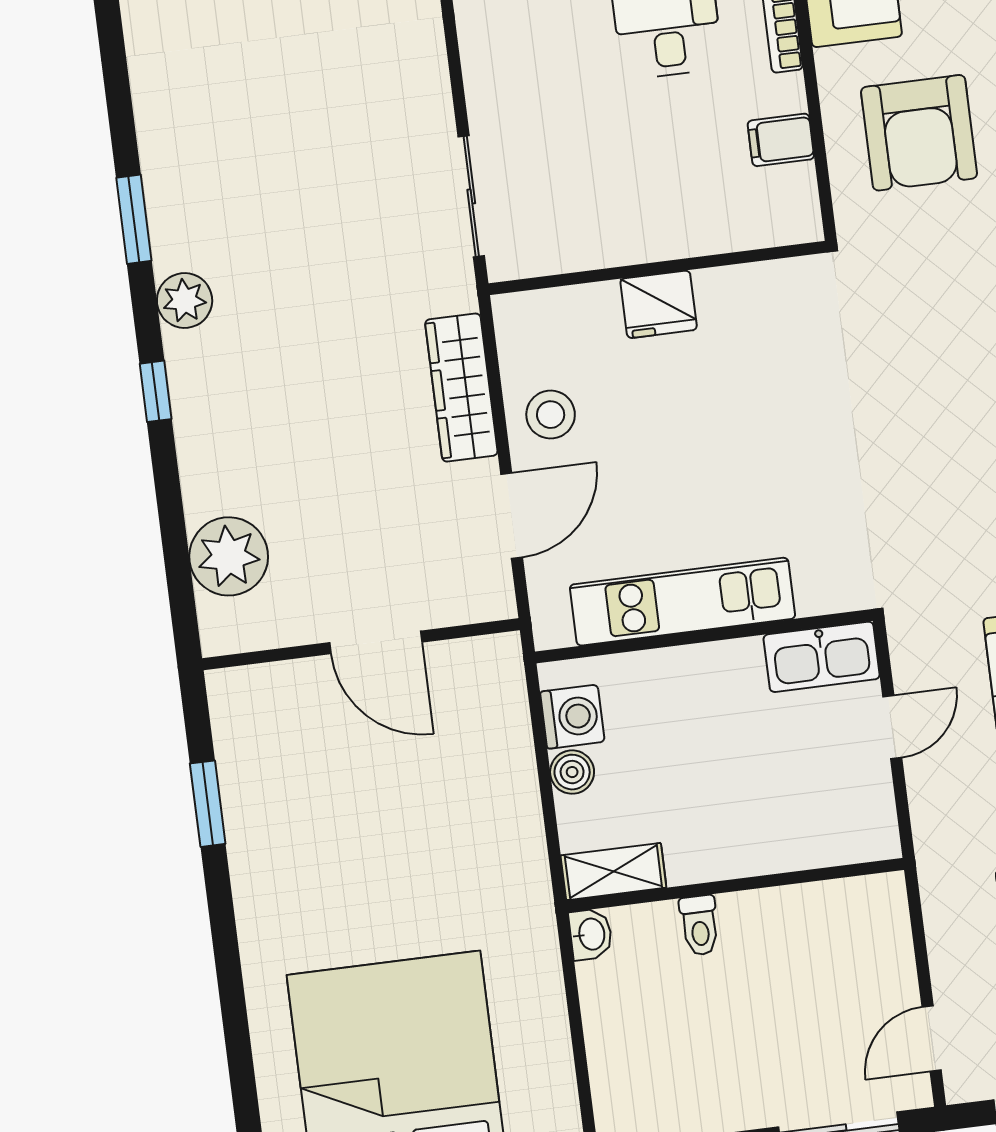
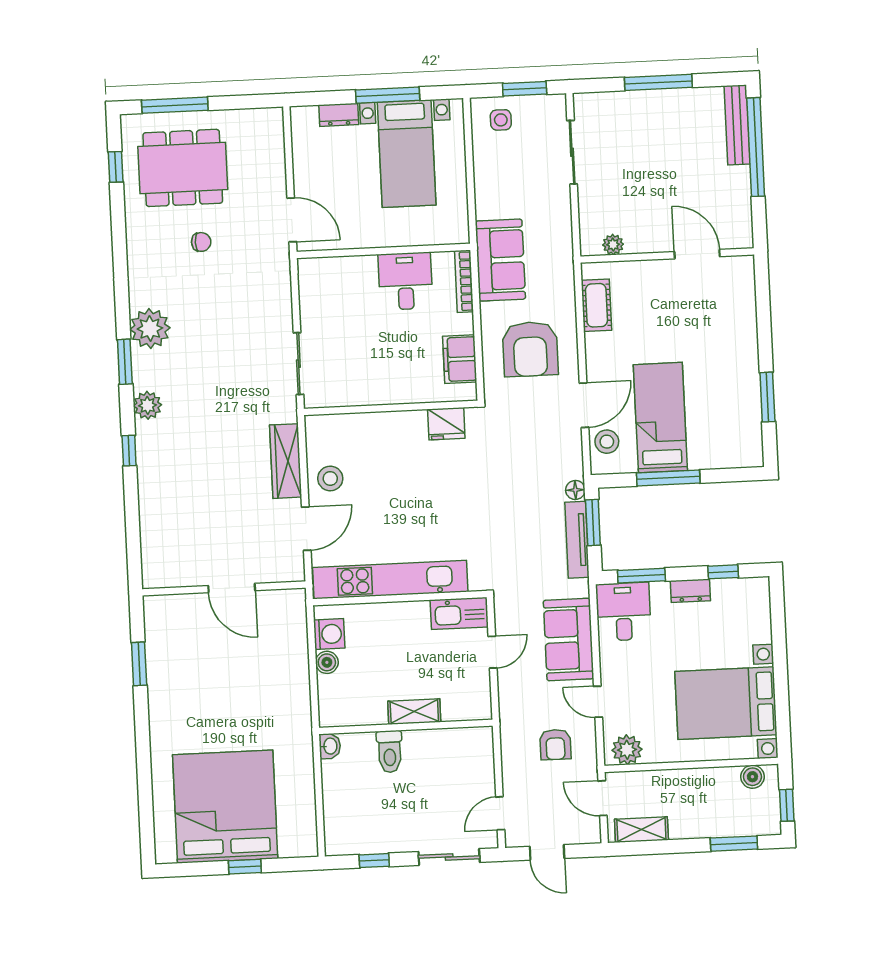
filing cabinet: (781, 140) -> (460, 359), width x2.00
fridge: (659, 304) -> (446, 424), moved
plant: (229, 556) -> (150, 329), moved
kitchen unit: (682, 602) -> (390, 580), width x1.36
shelving: (613, 872) -> (414, 712), moved
toilet: (699, 925) -> (390, 752), width x1.37, depth x1.39

